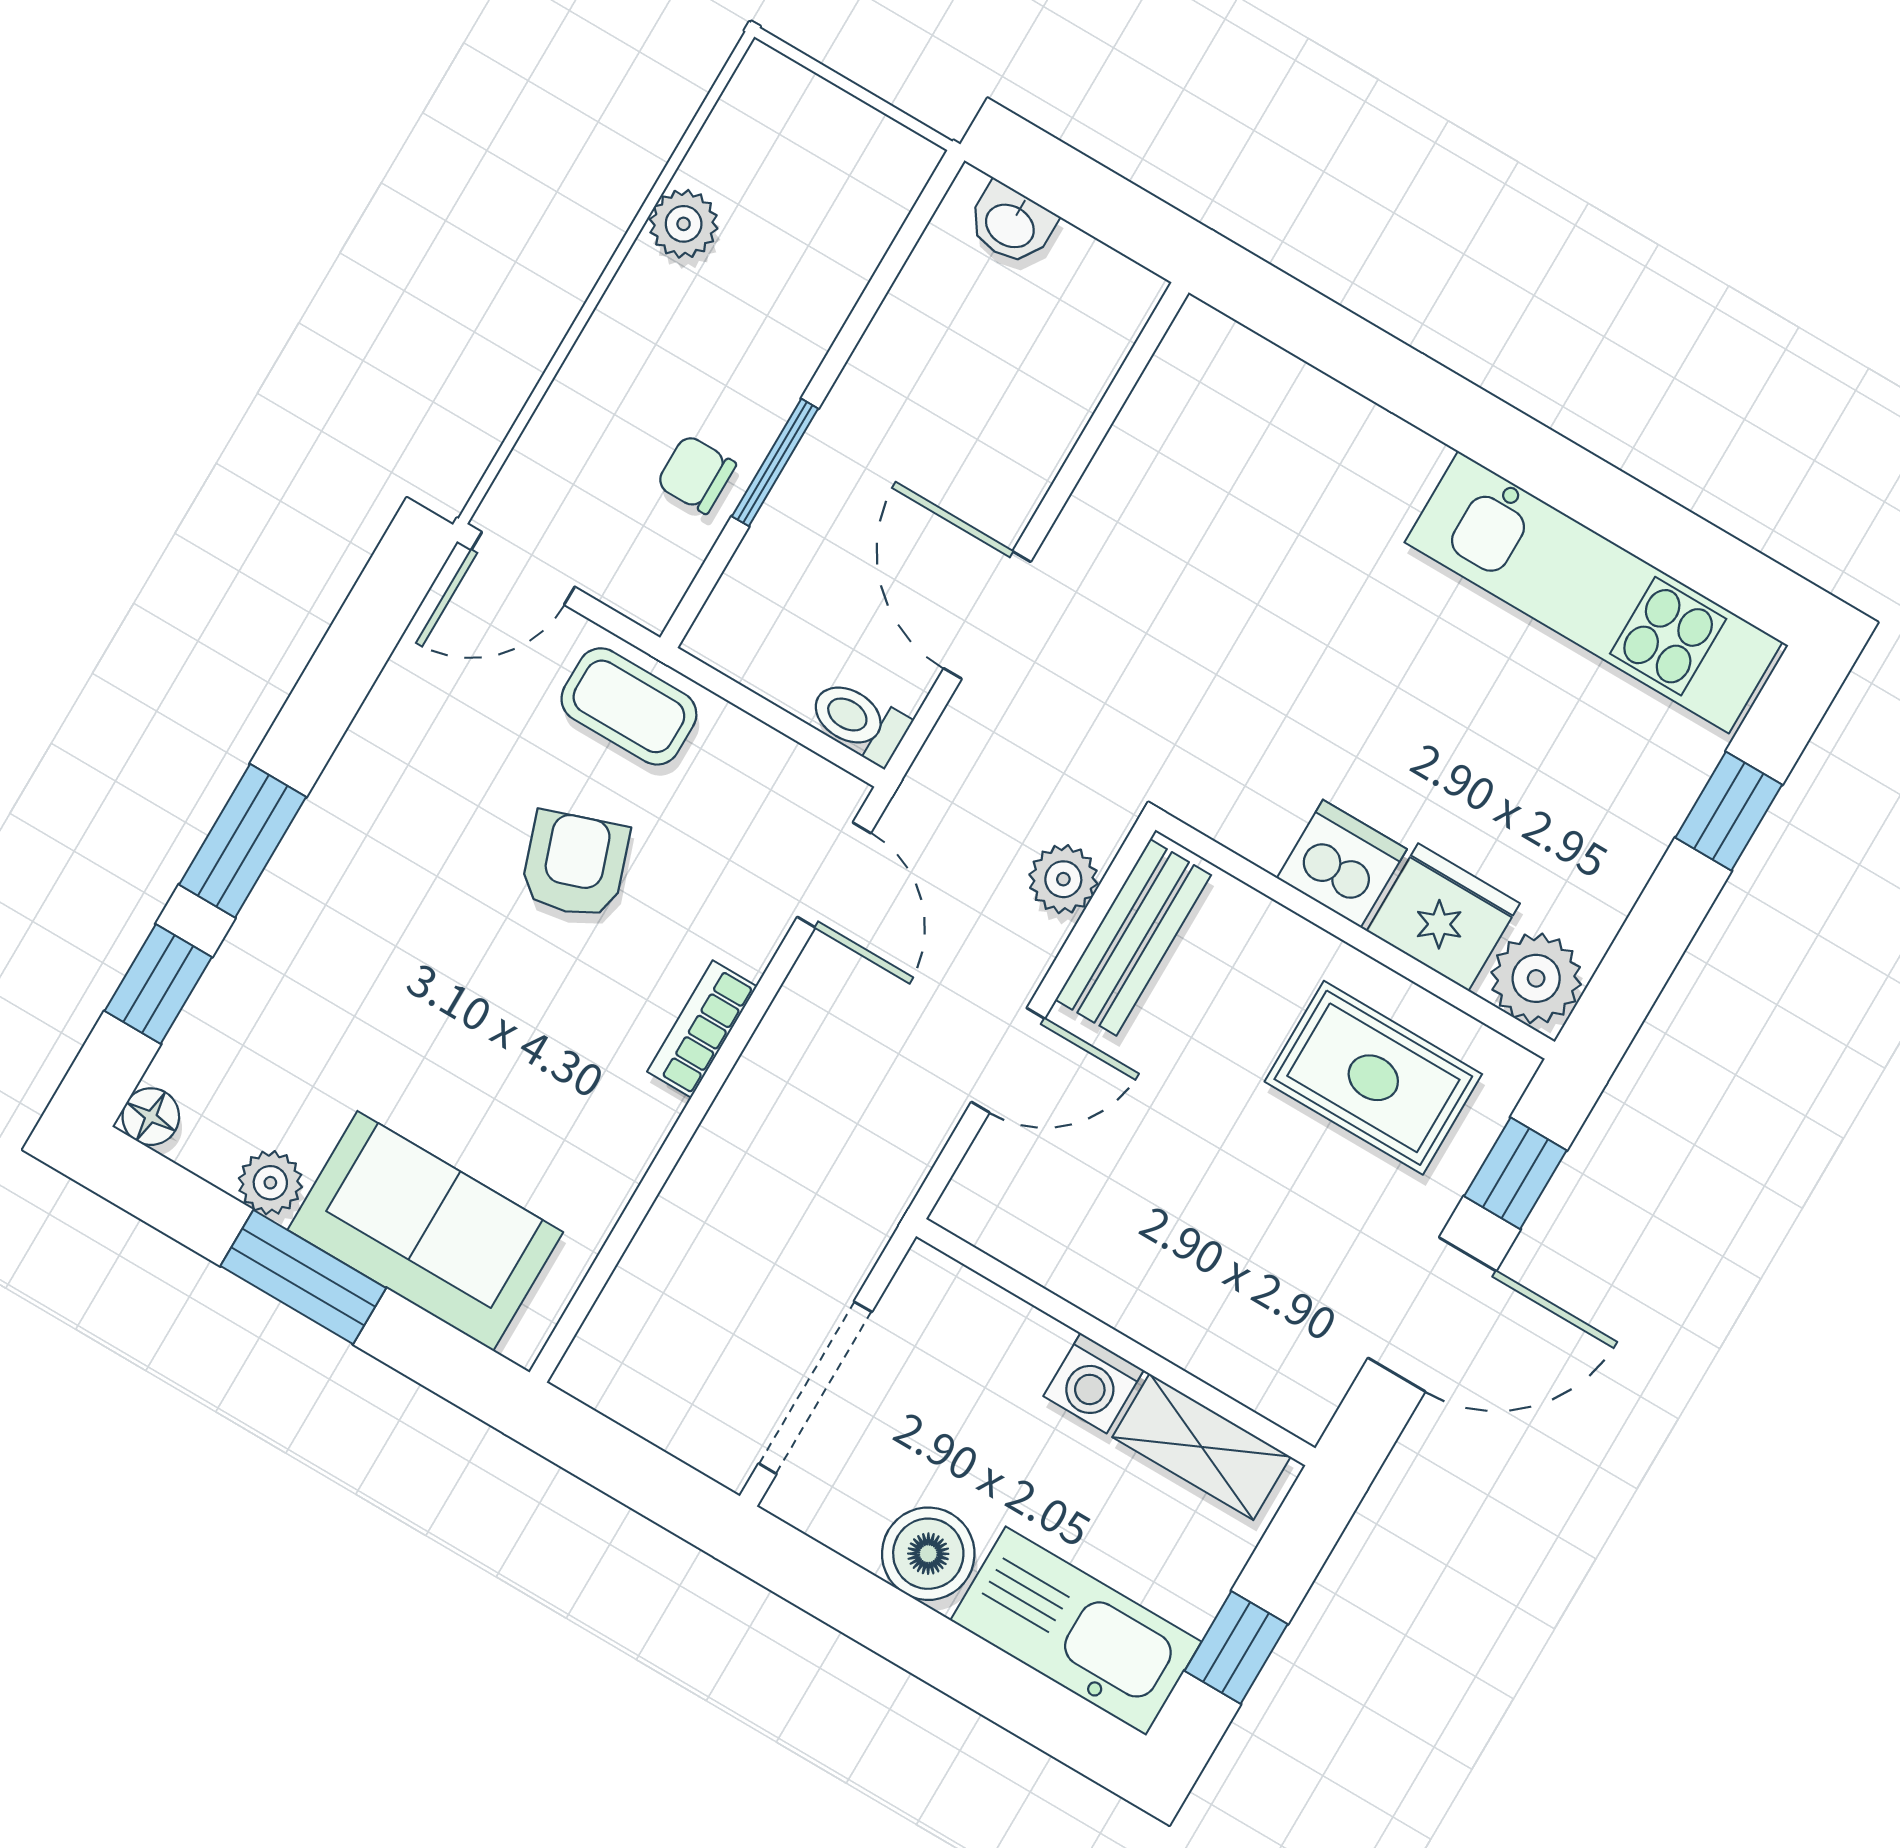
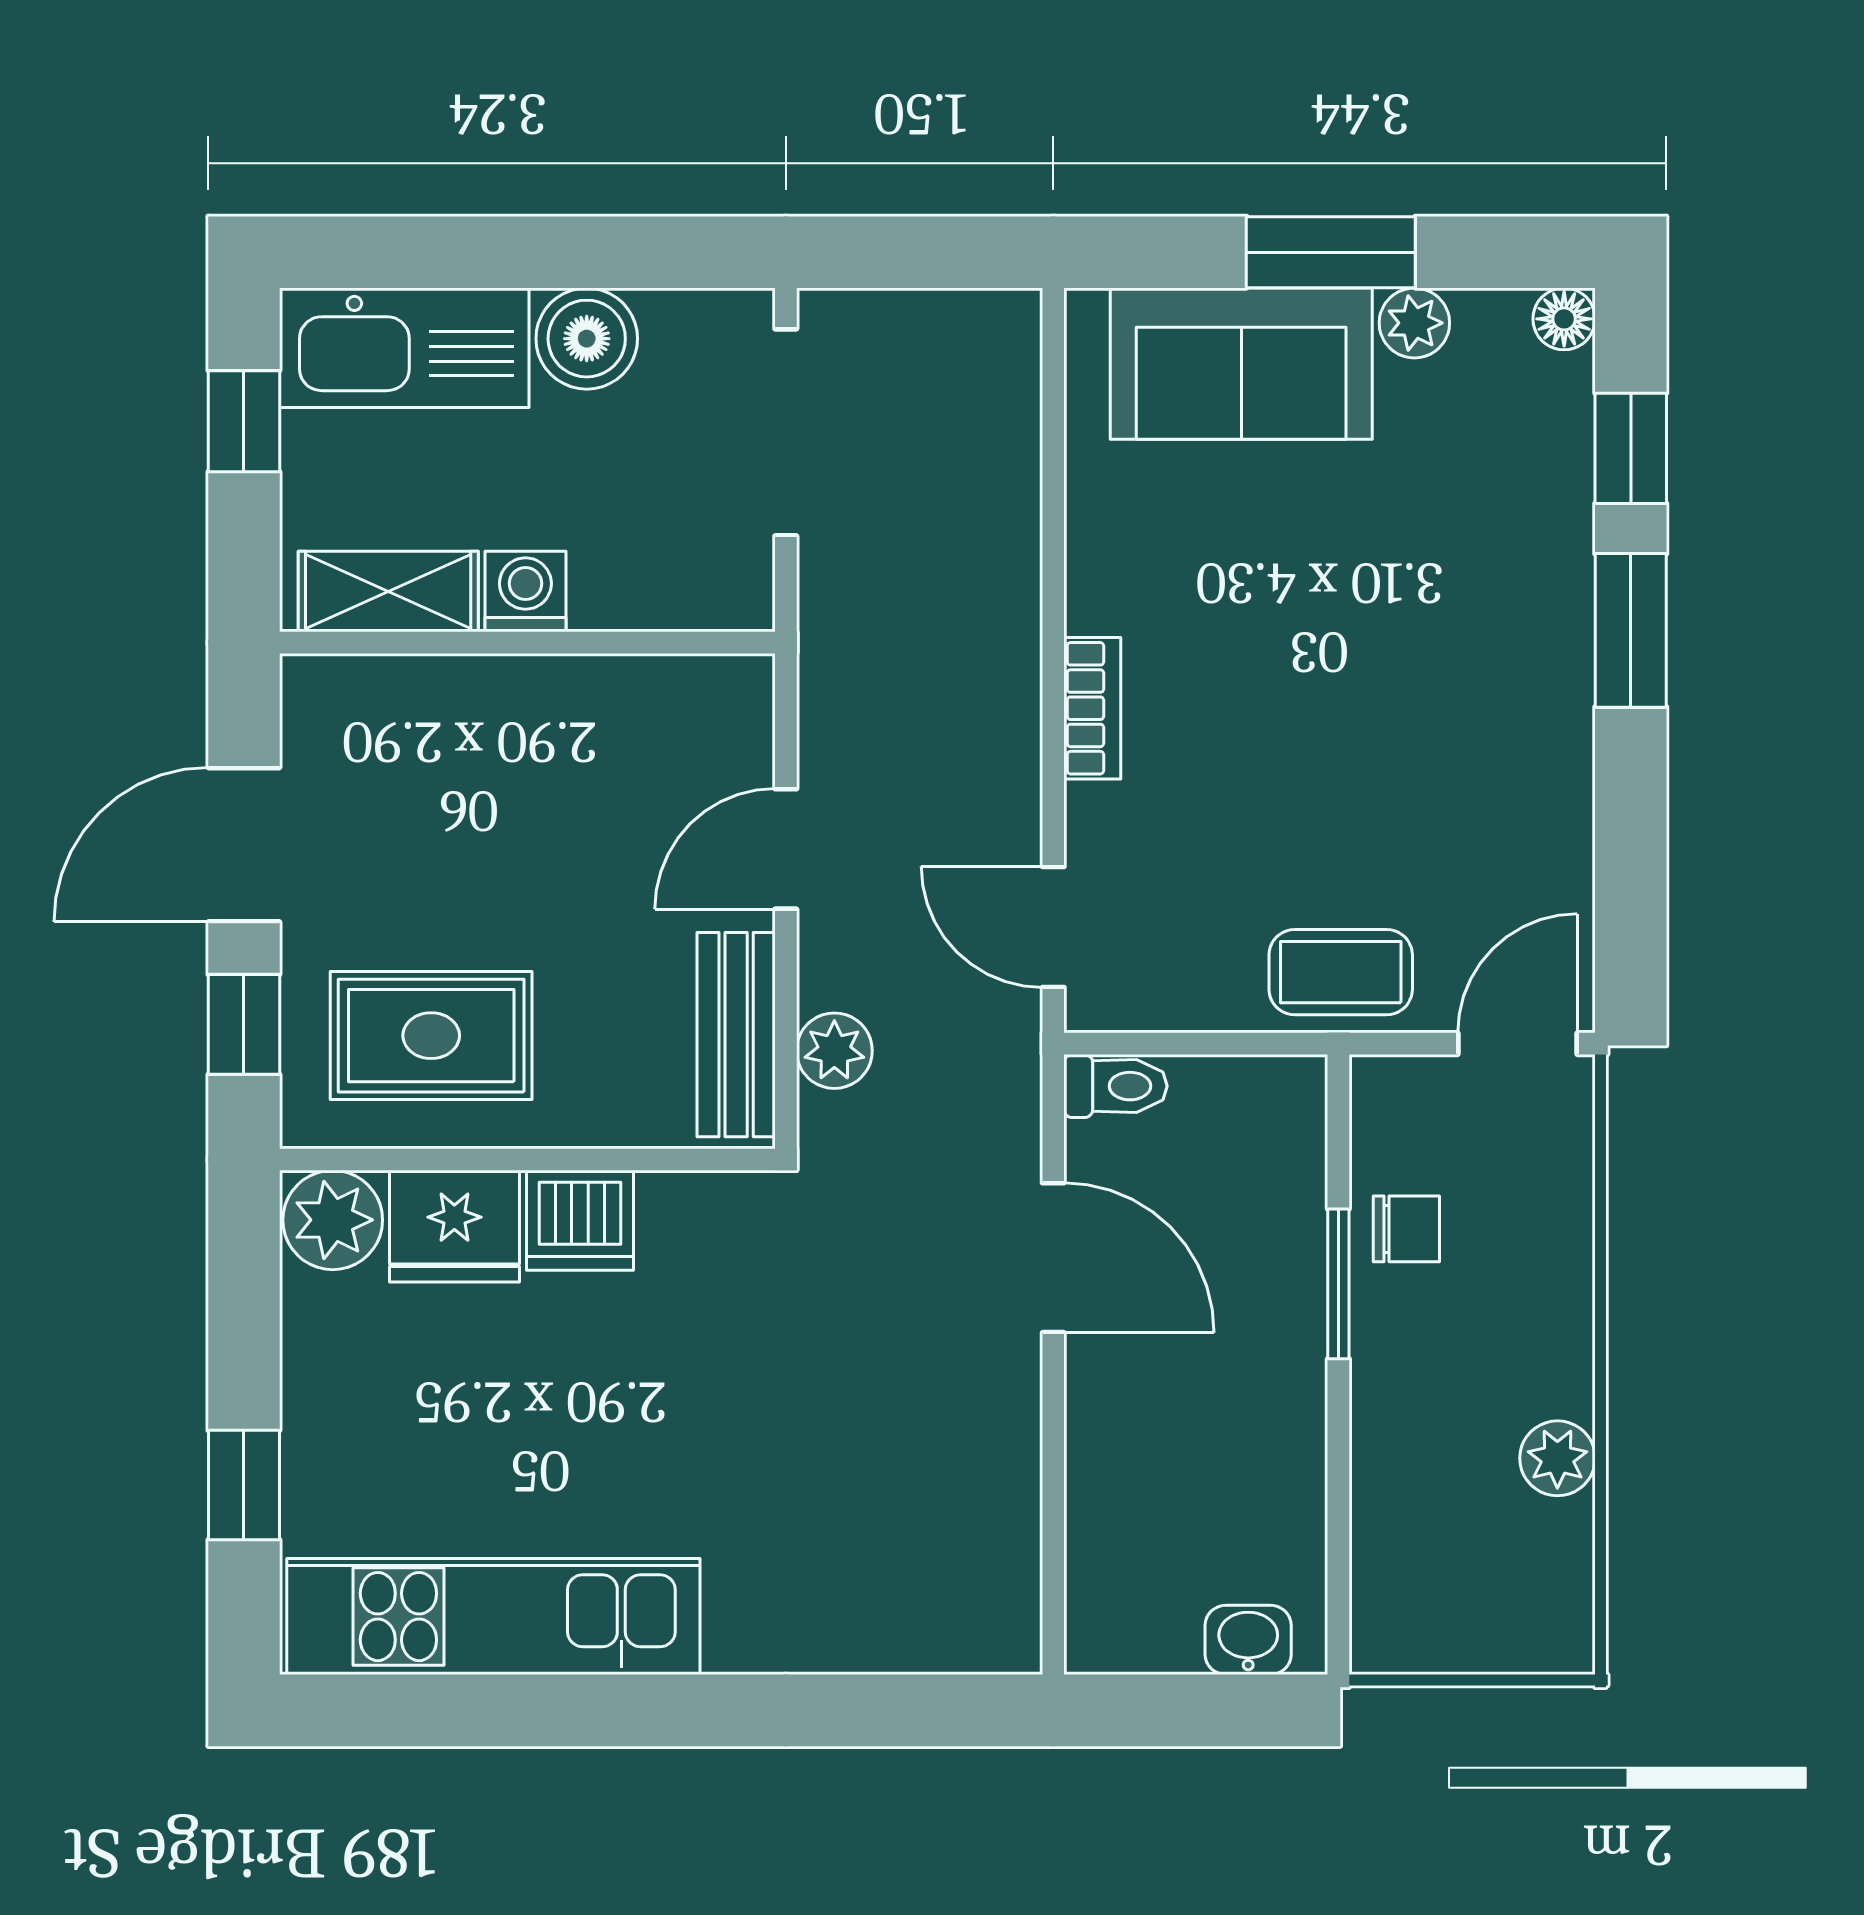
armchair: (575, 865) -> (1304, 793), removed

